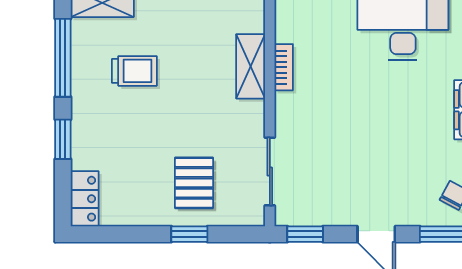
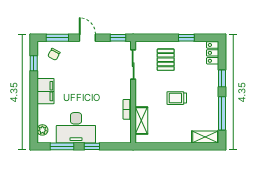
shelving: (251, 66) -> (141, 121), moved
trolley: (134, 71) -> (177, 98), moved
window: (189, 234) -> (186, 38), moved

